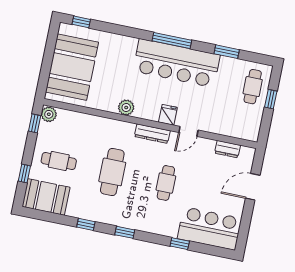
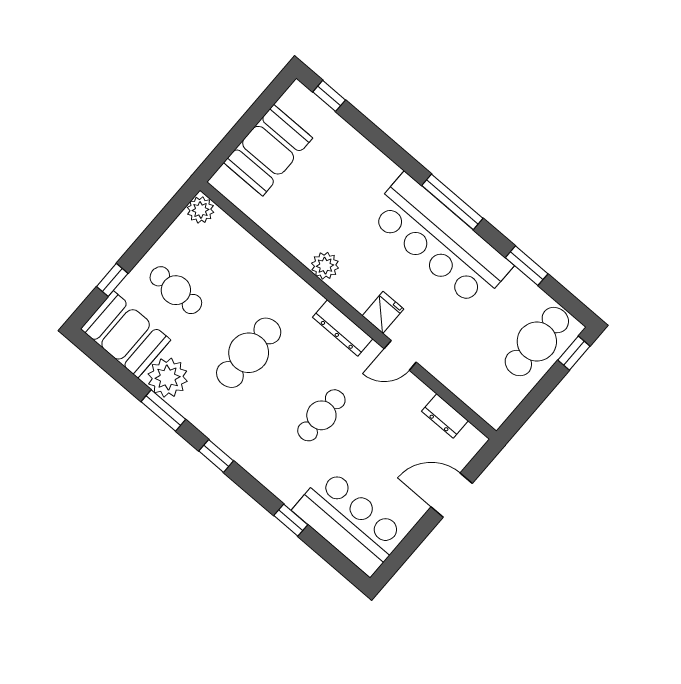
booth: (72, 67) -> (268, 150), width x0.73, depth x0.70
cafe table: (253, 87) -> (537, 342), width x1.37, depth x1.35
window: (271, 99) -> (574, 353), moved
window: (35, 123) -> (171, 212), removed
plant: (79, 207) -> (168, 378), added
window: (86, 224) -> (163, 410), width x1.50

